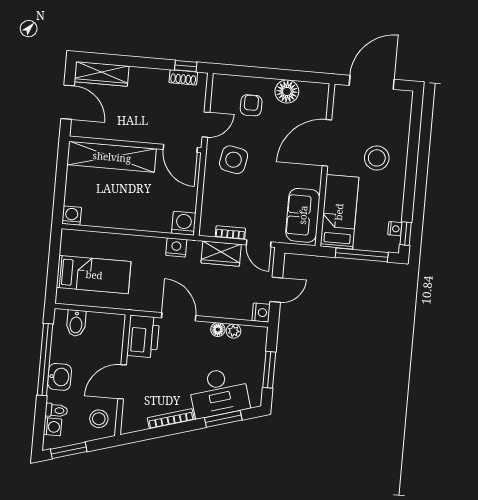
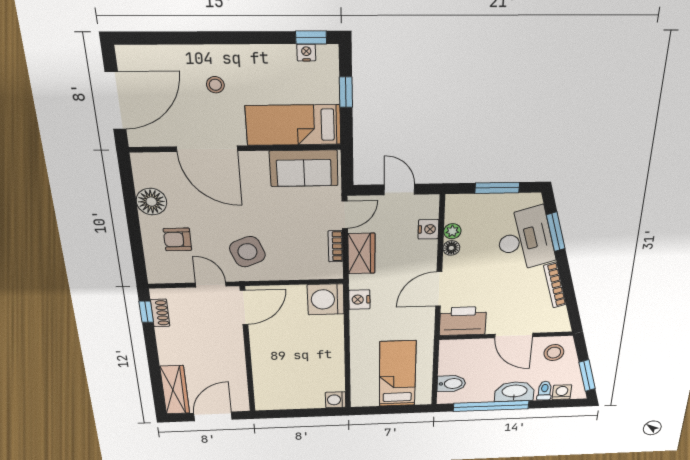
door: (372, 82) -> (116, 101), swing flipped
shelving: (112, 157) -> (265, 371), removed
stool: (377, 158) -> (215, 85), width x0.53, depth x0.53
side table: (234, 160) -> (247, 252), turned -33
washing machine: (184, 223) -> (326, 299), width x1.37, depth x1.37
window: (362, 255) -> (346, 92), width x0.46
nightstand: (261, 313) -> (428, 229), moved, turned 90
washbasin: (60, 377) -> (515, 392), width x1.38

